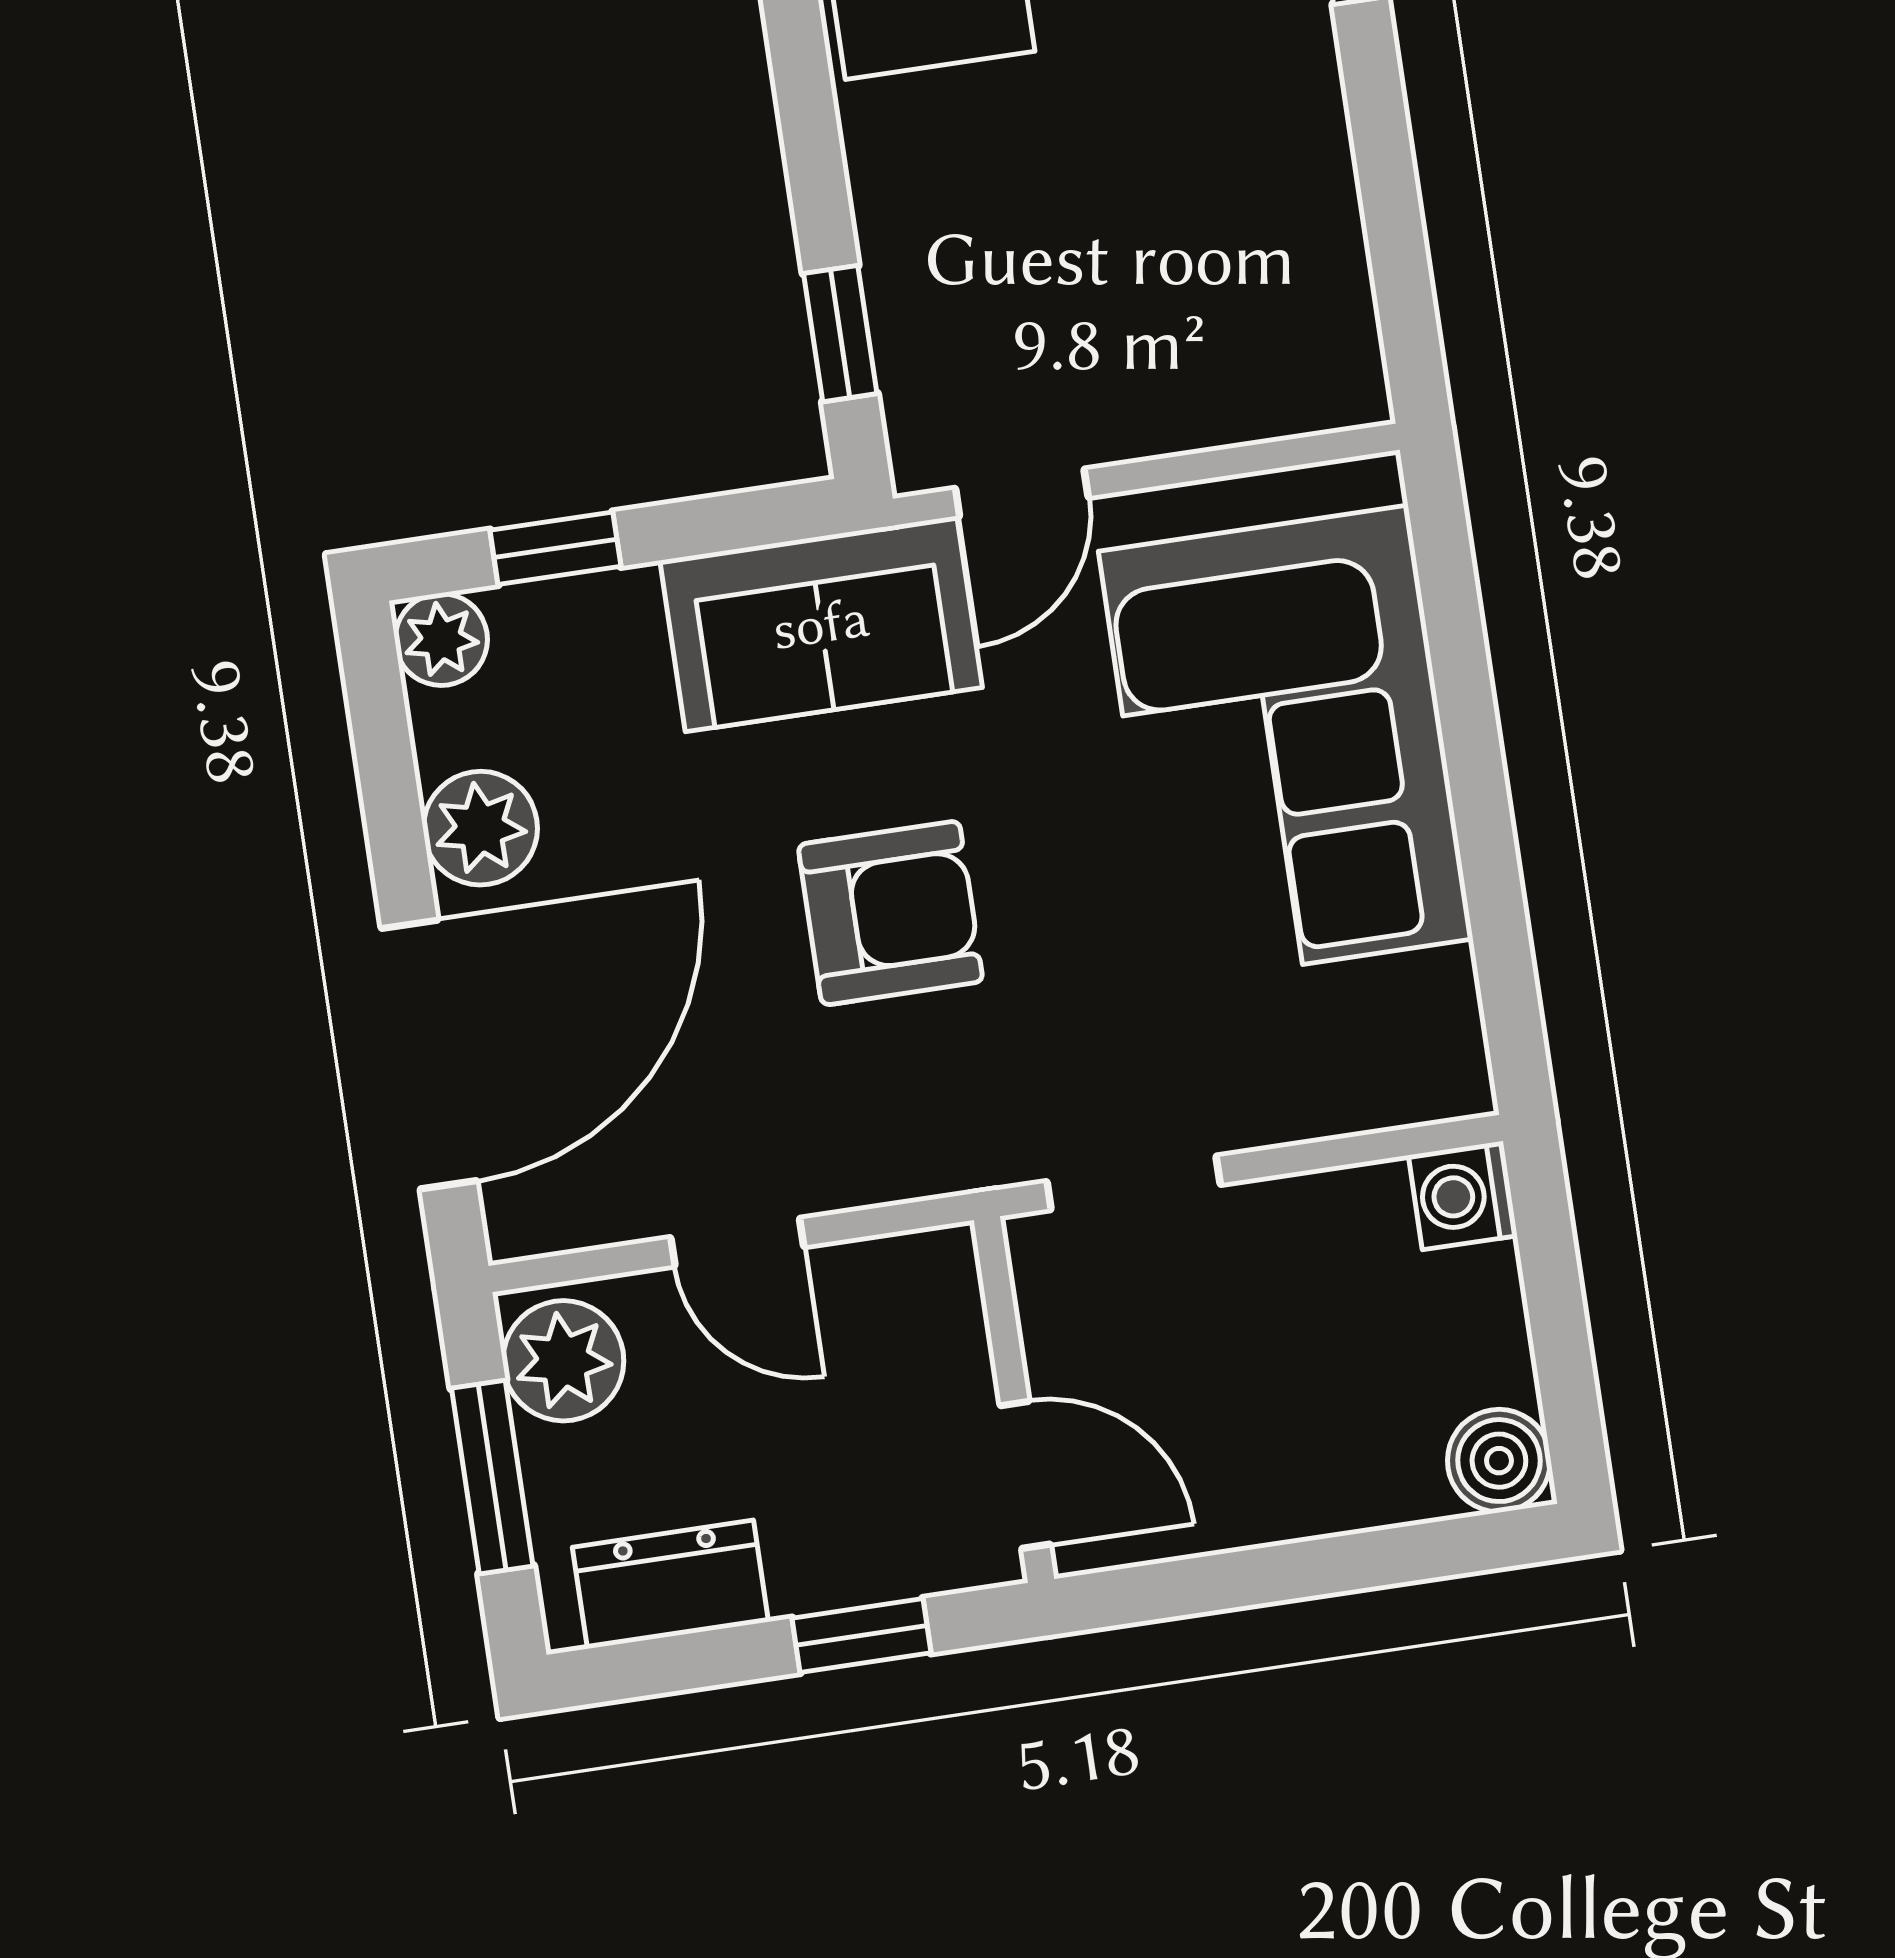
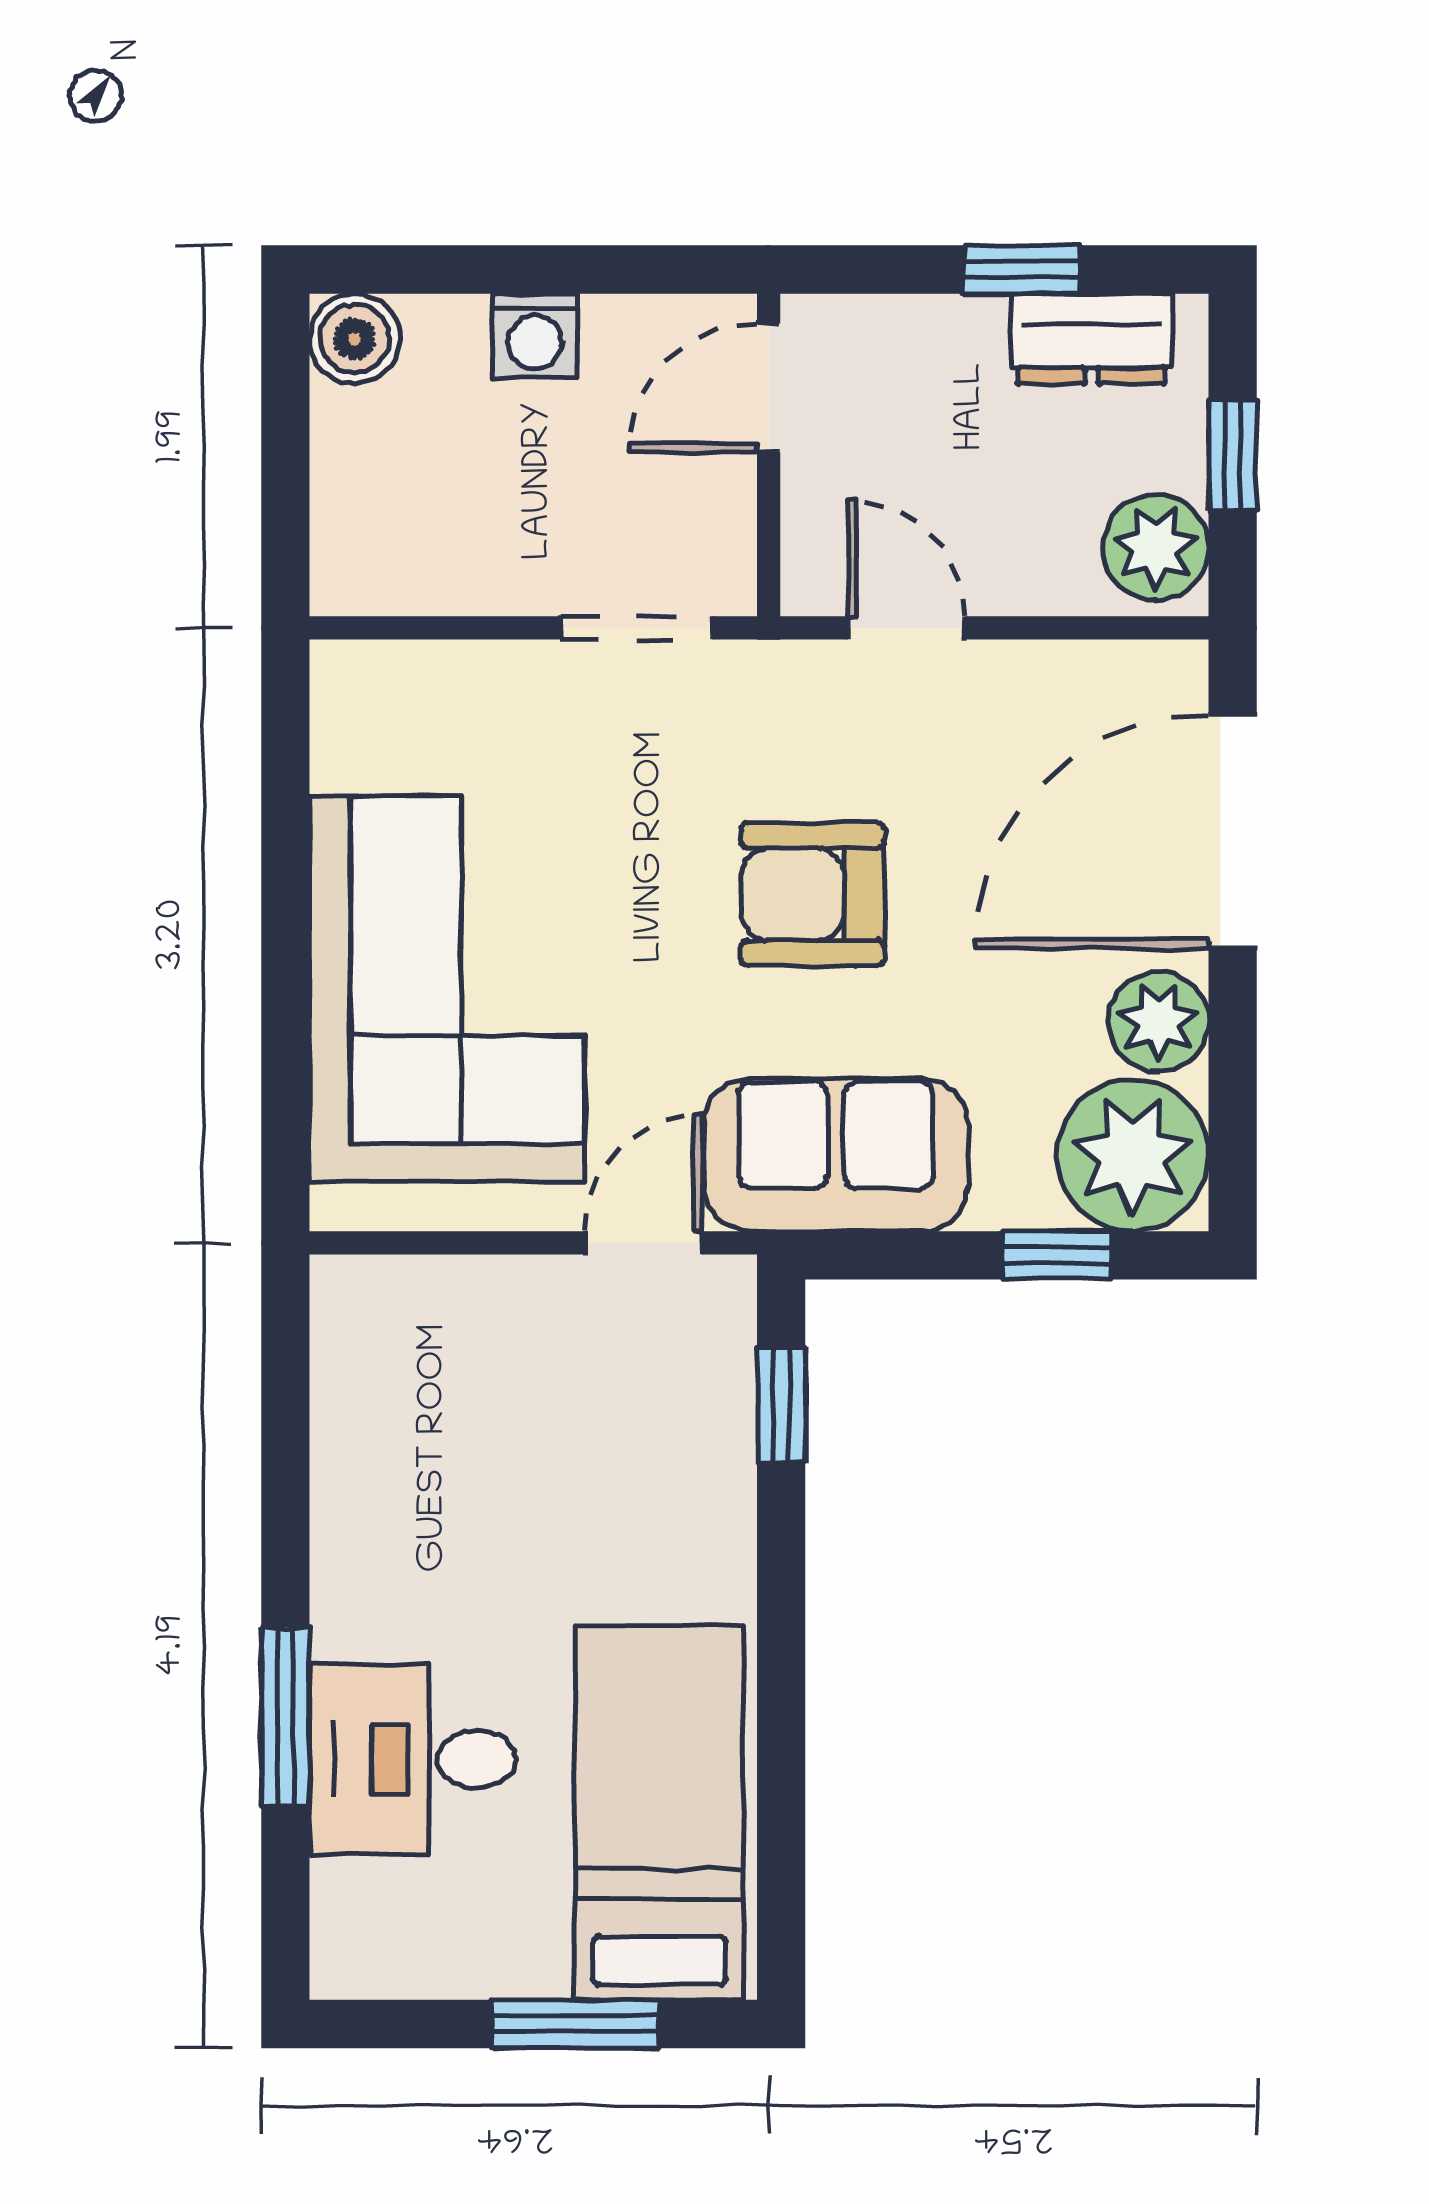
plant: (441, 639) -> (1133, 1155), width x1.88, depth x1.88
washing machine: (1463, 1195) -> (535, 336), moved, turned 90
door: (737, 1242) -> (906, 628), moved
door: (1025, 1475) -> (769, 388), hinge flipped
window: (492, 1477) -> (1233, 455), width x0.67
window: (861, 1635) -> (1022, 269), moved

